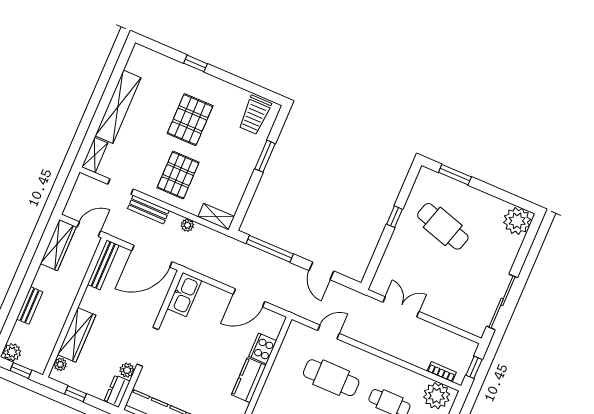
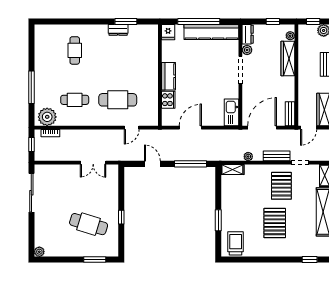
window: (195, 63) -> (310, 260), moved
pallet: (178, 175) -> (281, 186), moved
plant: (517, 221) -> (39, 252), width x0.53, depth x0.53
bench: (103, 265) -> (290, 114), width x0.73

